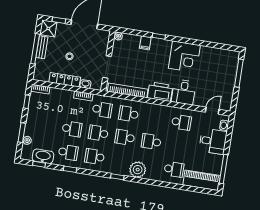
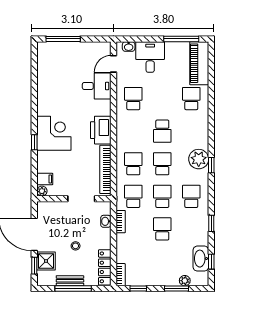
shower: (48, 28) -> (46, 261), moved
filing cabinet: (145, 43) -> (45, 179), moved
corner desk: (184, 57) -> (54, 133), moved
locker: (65, 80) -> (105, 267), moved
desk: (184, 92) -> (97, 86), moved
door: (212, 111) -> (113, 64), hinge flipped
school desk: (129, 114) -> (133, 164), turned 180
school desk: (98, 133) -> (162, 196), turned 180
school desk: (125, 137) -> (162, 164), turned 180
school desk: (68, 152) -> (191, 229), removed
school desk: (95, 157) -> (191, 196), turned 180
plant: (138, 170) -> (199, 159), moved

